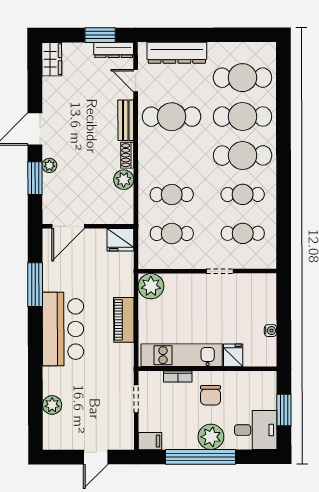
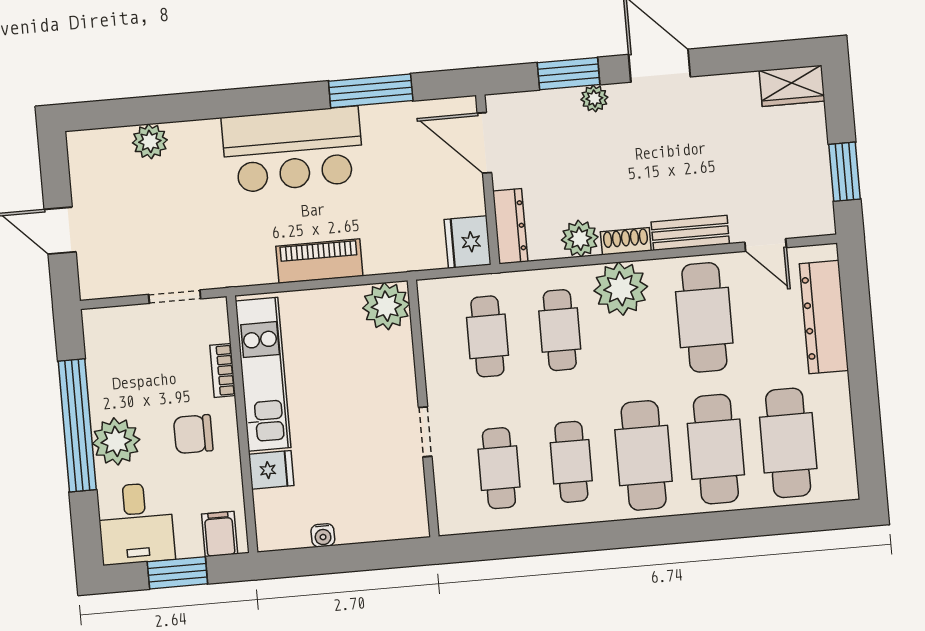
dresser: (114, 50) -> (510, 226), moved, turned 180
door: (136, 81) -> (766, 245), swing flipped
plant: (152, 160) -> (621, 289), added
filing cabinet: (150, 441) -> (220, 534), moved, turned 180

